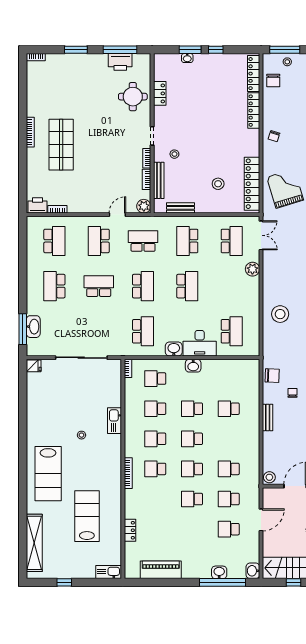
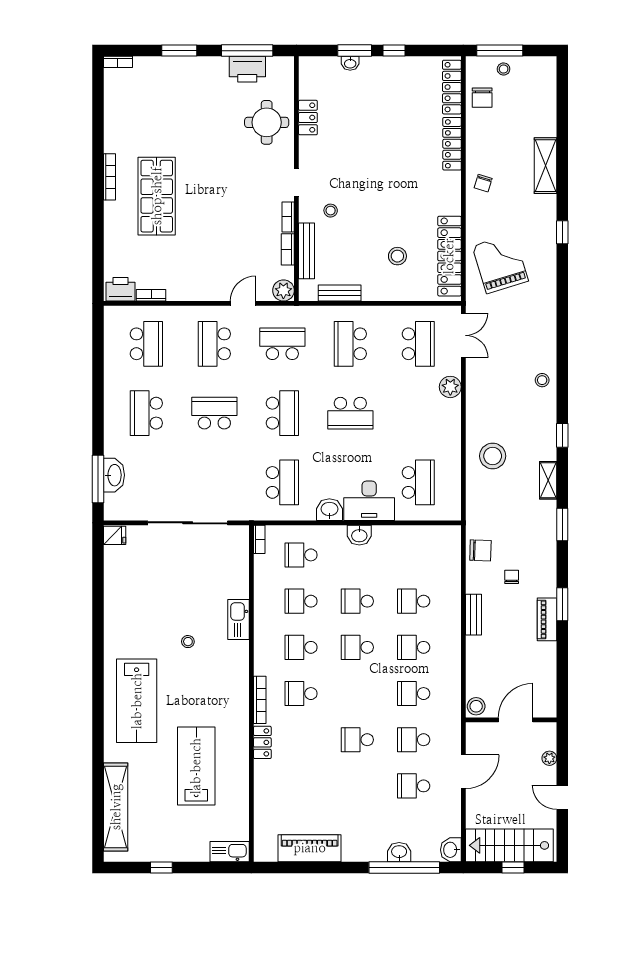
school desk: (187, 286) -> (350, 413), turned 90
school desk: (192, 469) -> (414, 647), moved
locker: (130, 530) -> (262, 742), moved

